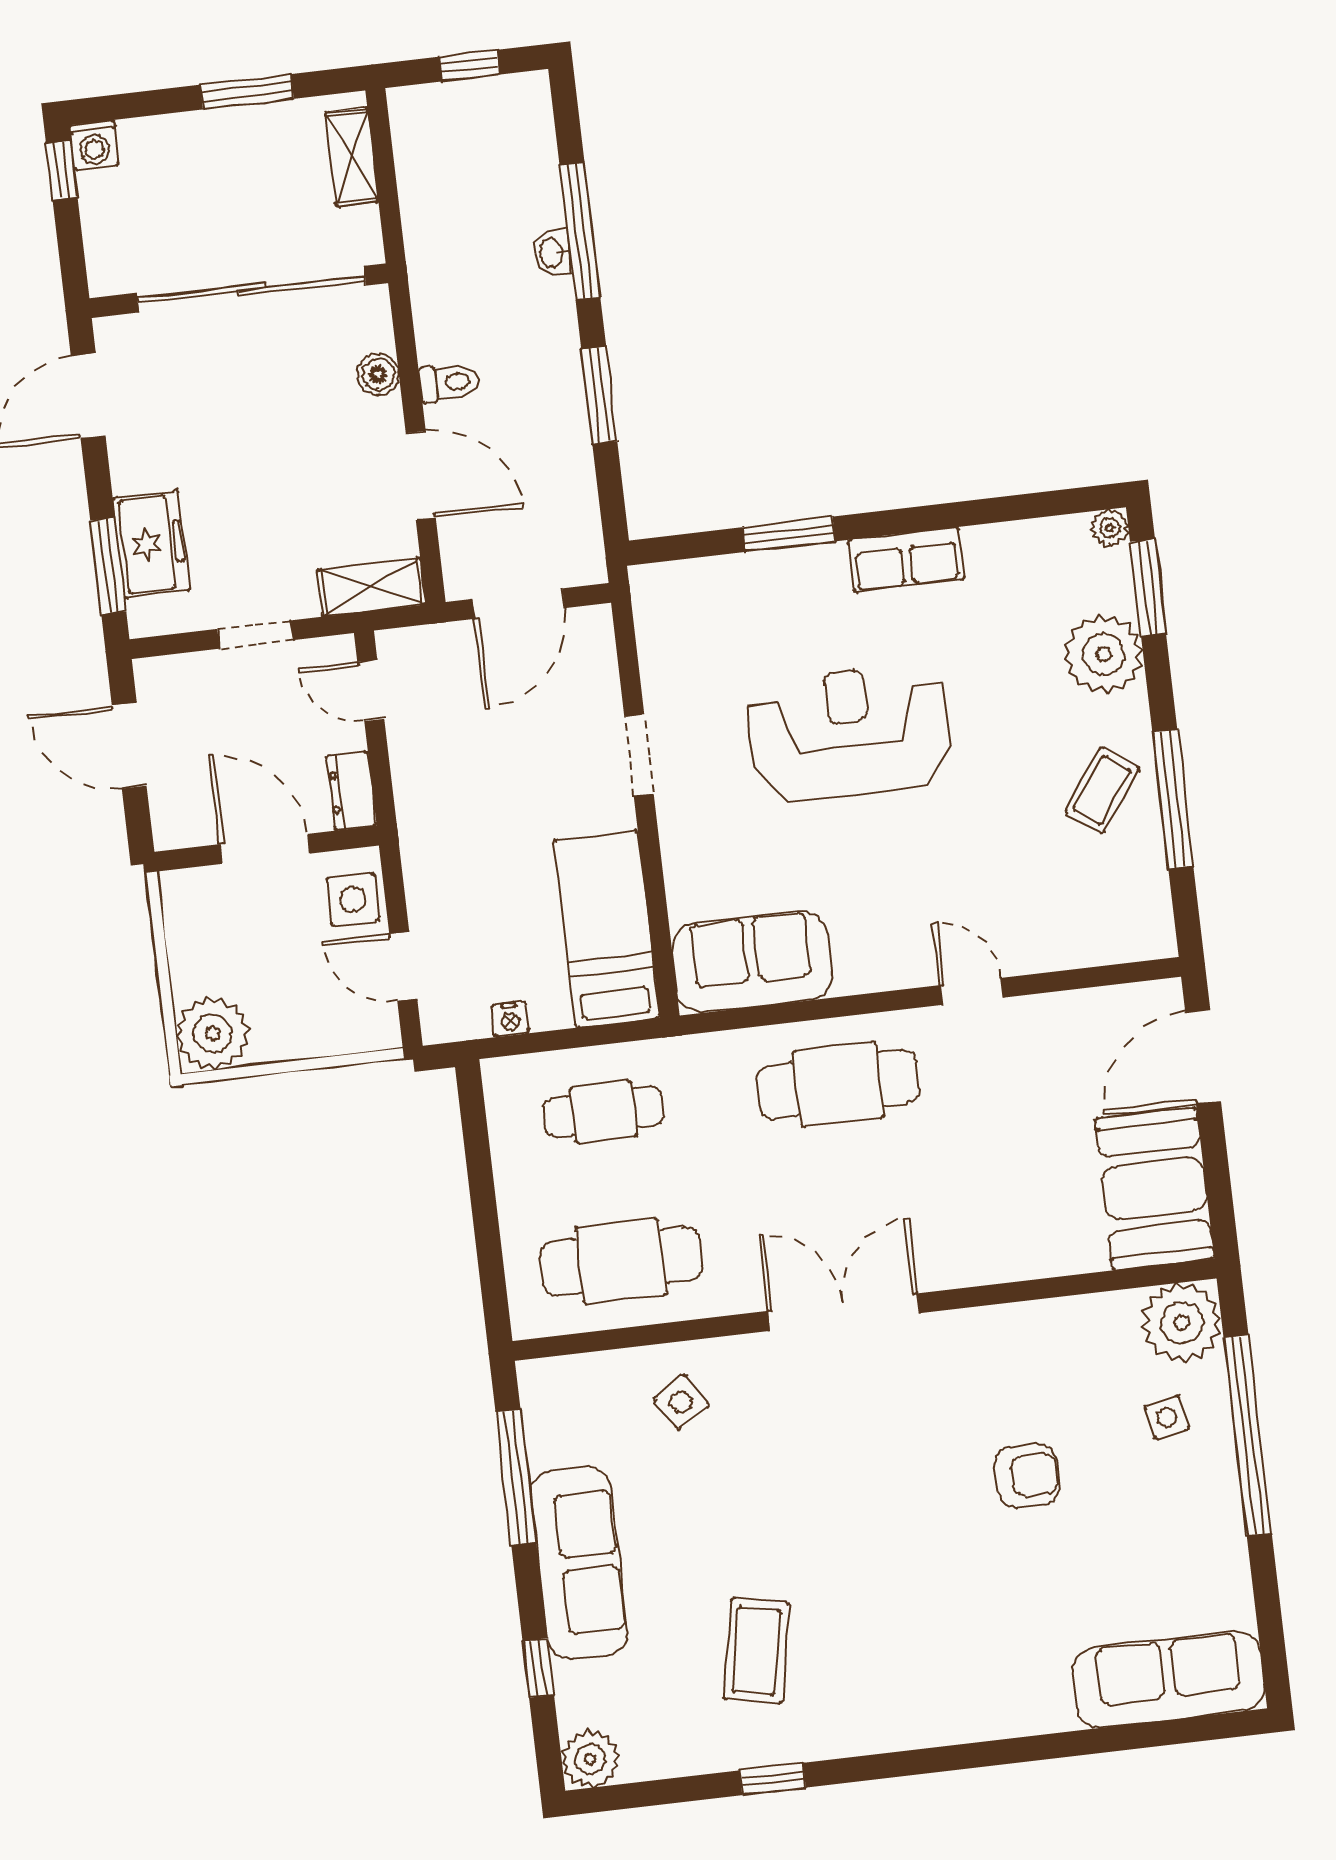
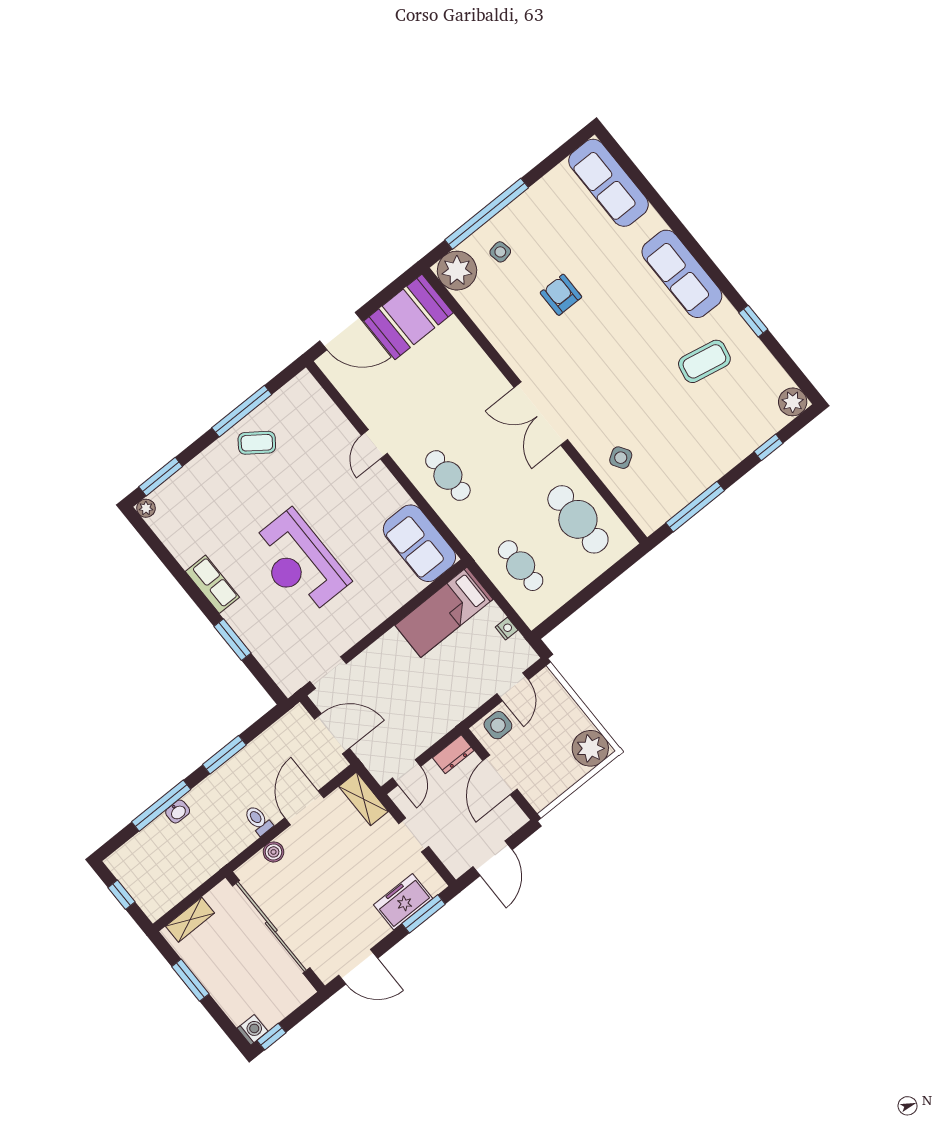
plant: (1104, 654) -> (200, 478), removed
doorway: (639, 755) -> (328, 673), moved
cafe table: (838, 1084) -> (448, 475), width x0.73, depth x0.74
sofa: (579, 1563) -> (682, 274), moved, turned -90

